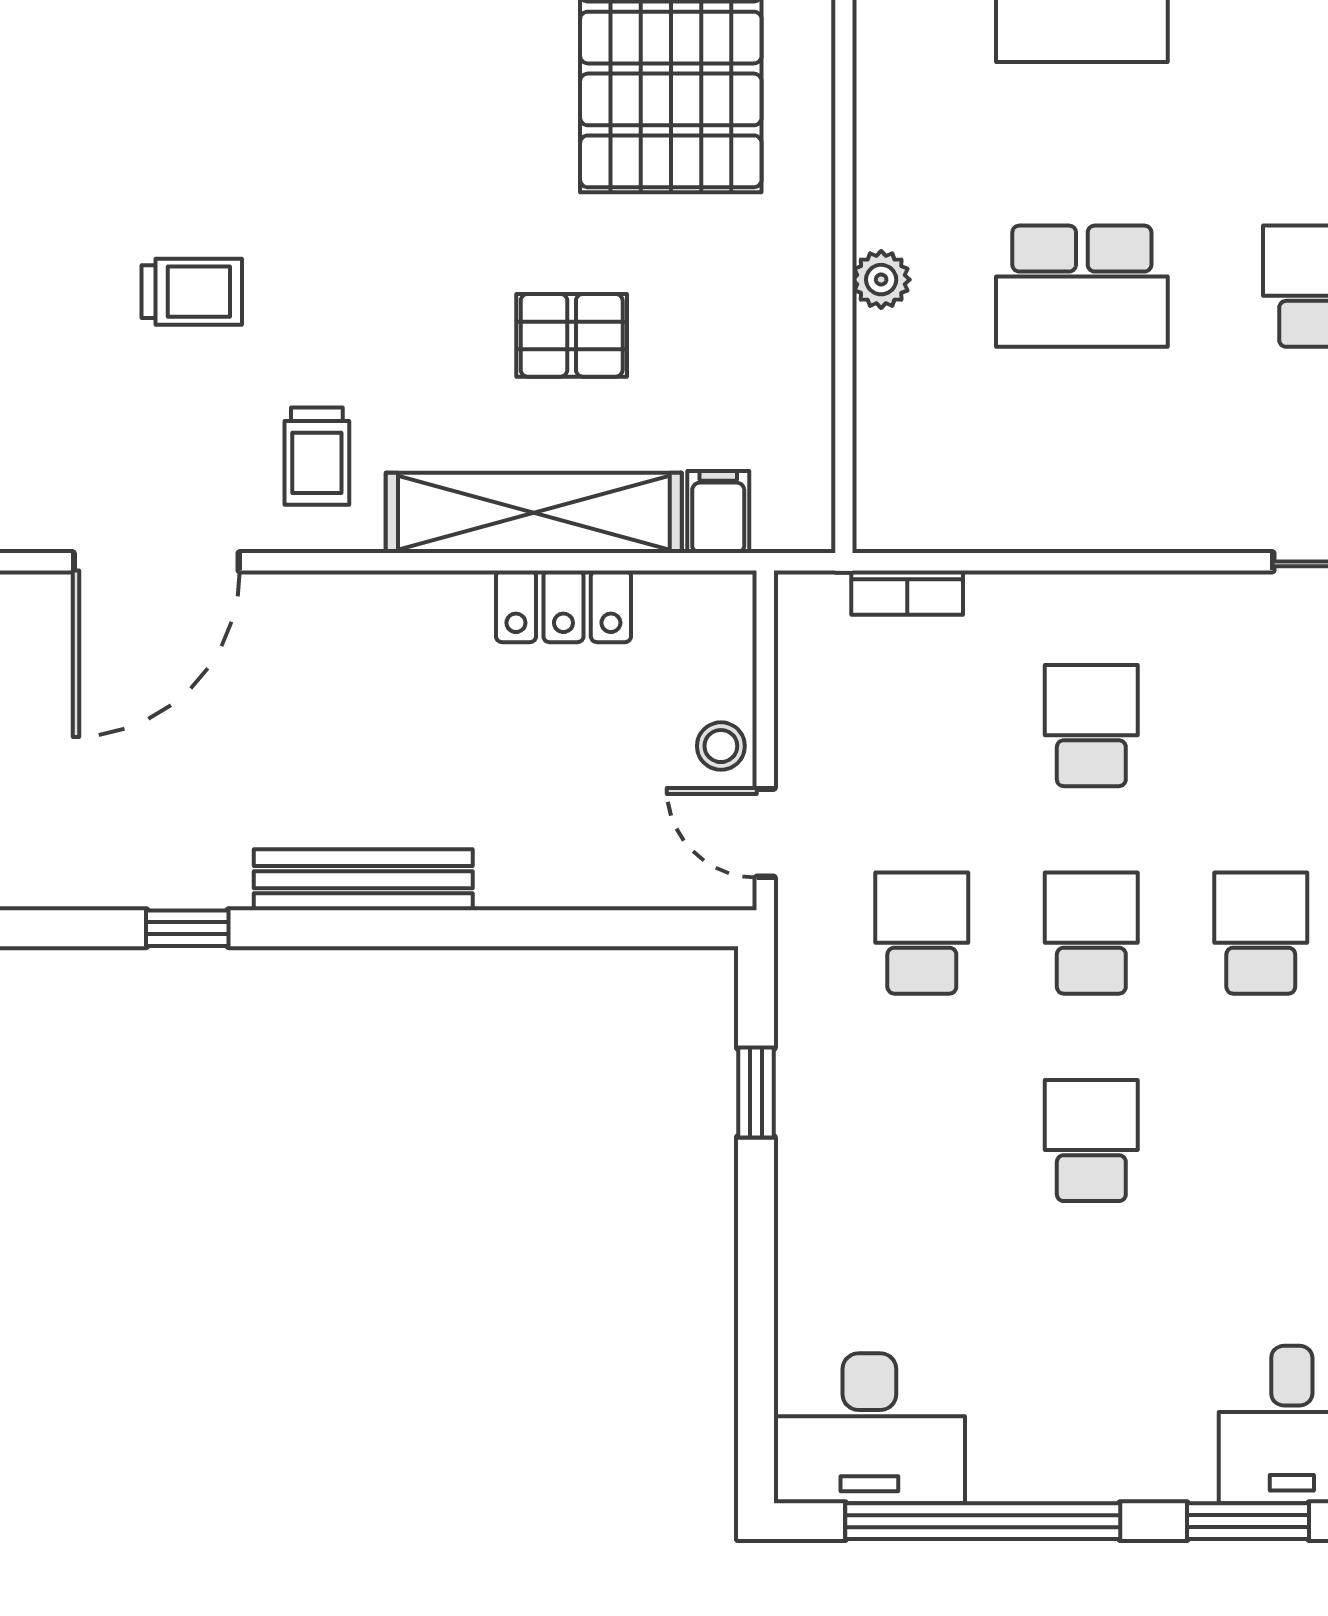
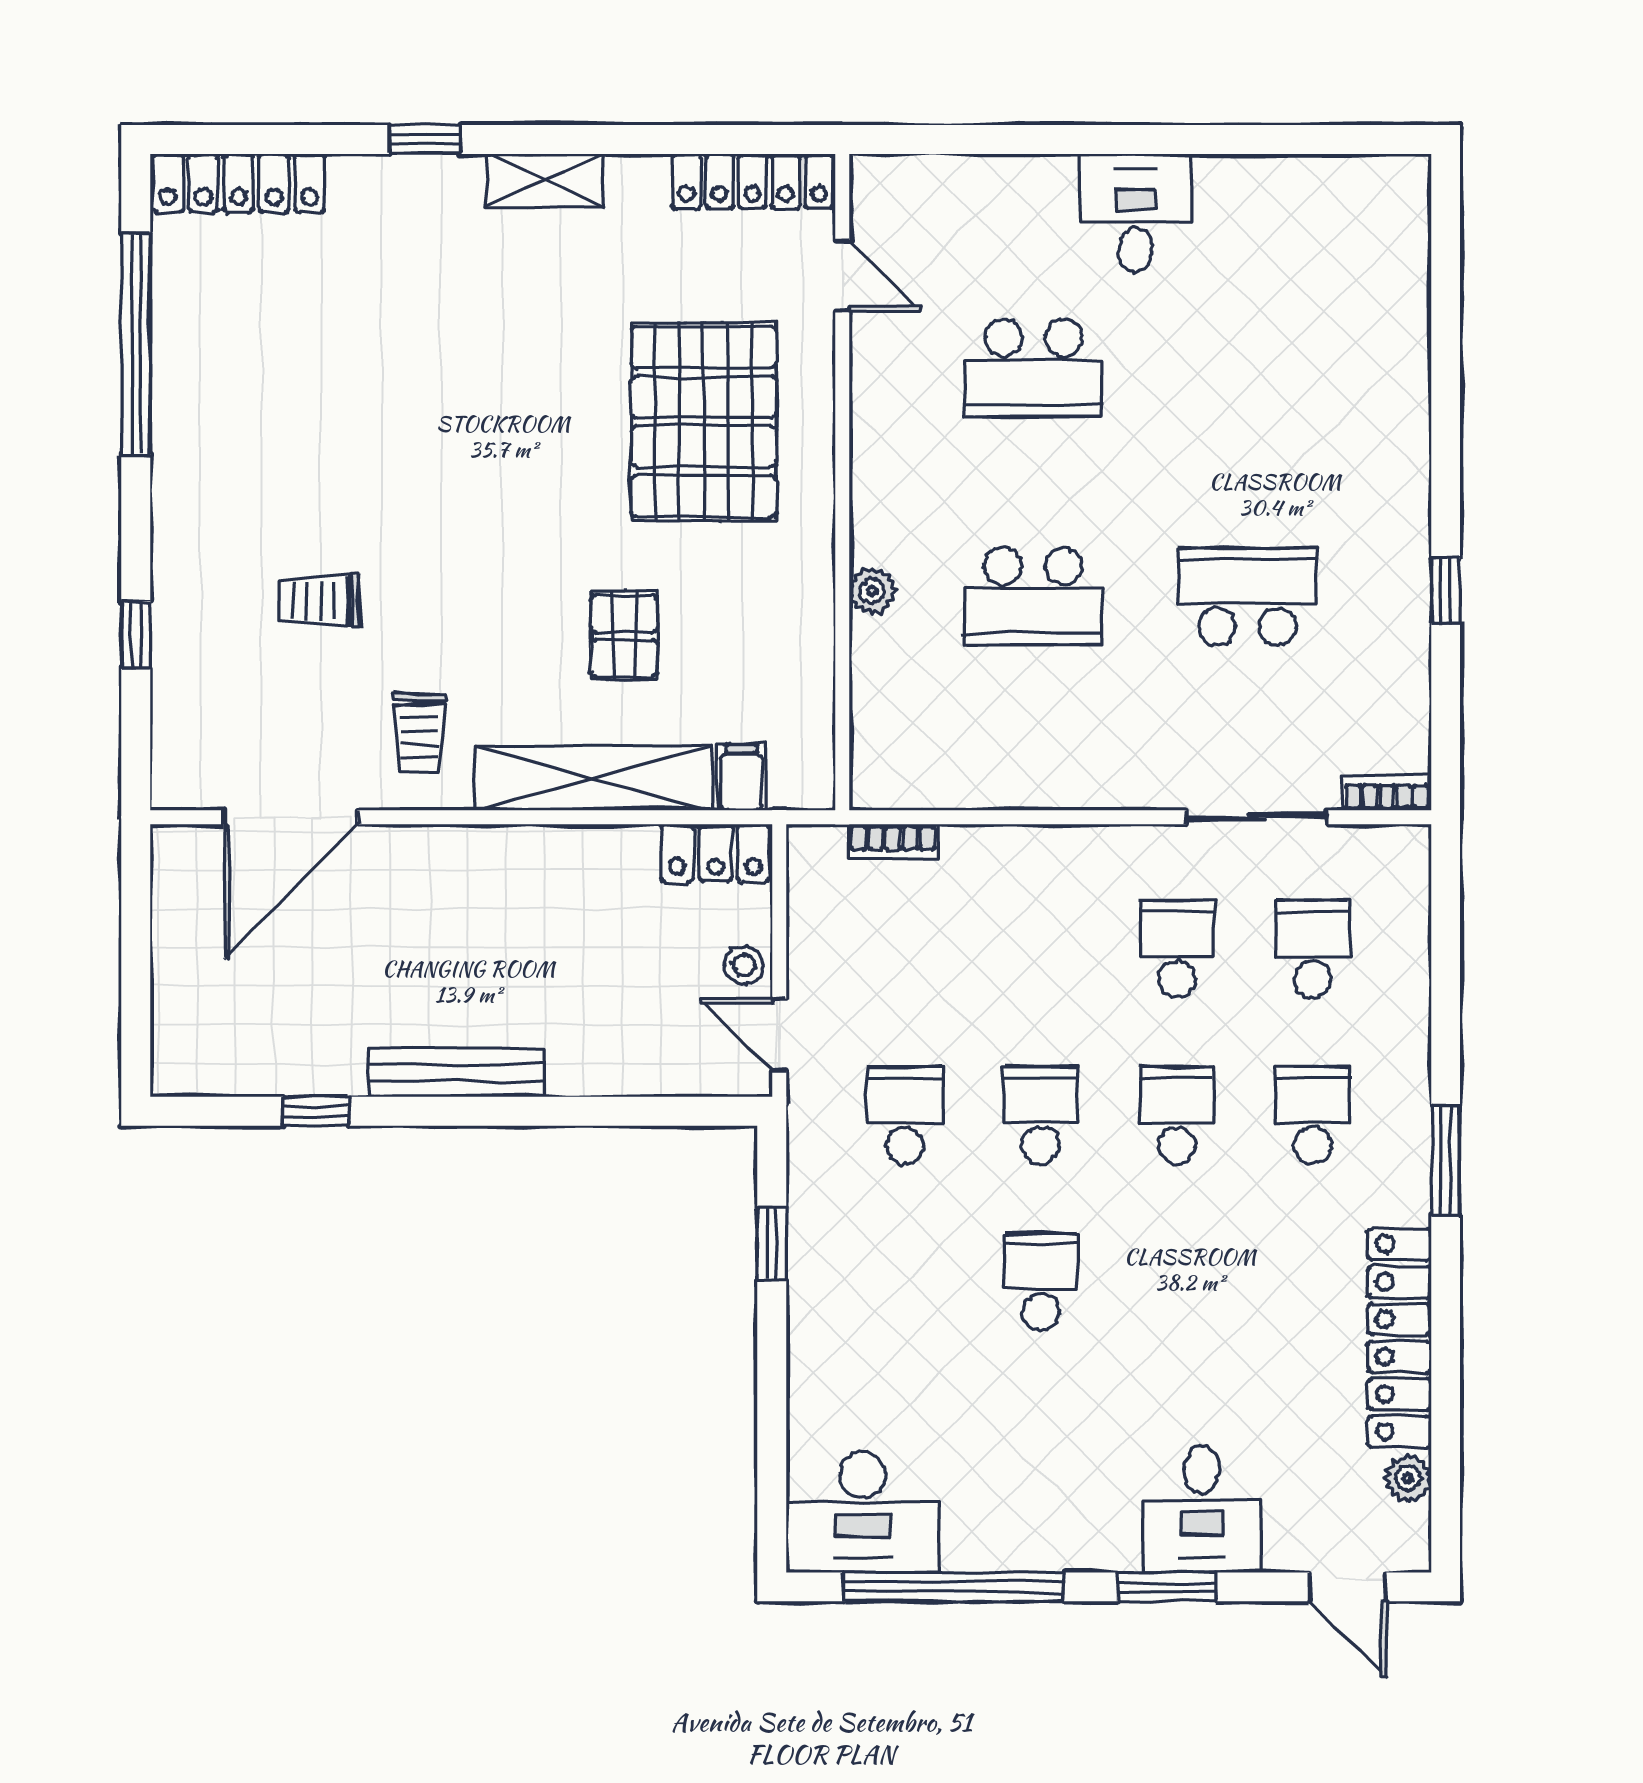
trolley: (192, 292) -> (319, 601), turned 180
pallet: (572, 335) -> (624, 636), turned 90
locker: (563, 606) -> (715, 853), moved
school desk: (1091, 726) -> (1177, 949), moved

